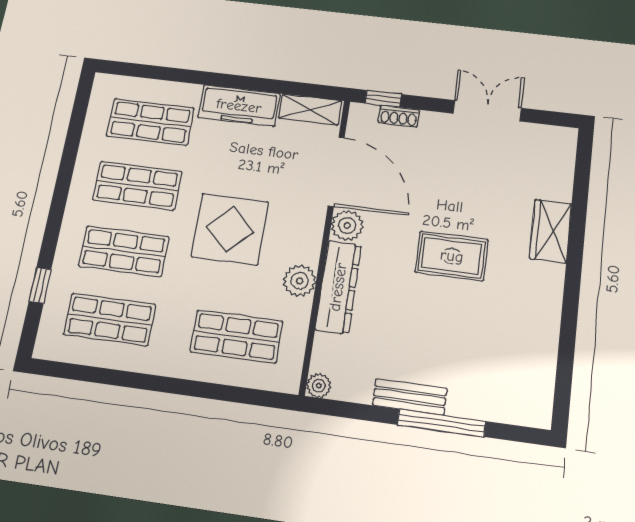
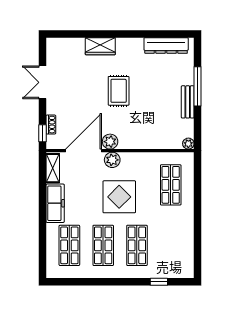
plant: (300, 281) -> (112, 160), moved
dresser: (338, 287) -> (166, 45), moved, turned 180
shop shelf: (110, 319) -> (171, 245), removed

